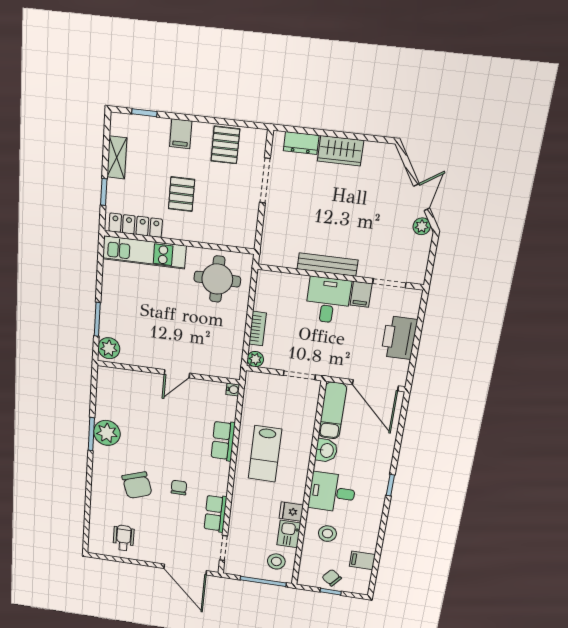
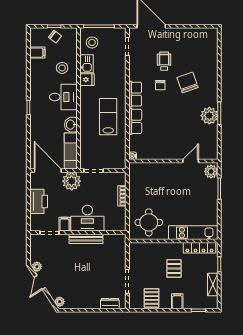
wardrobe: (340, 151) -> (88, 302), removed
plant: (392, 157) -> (60, 302), added
desk: (328, 300) -> (87, 218), width x1.37
plant: (255, 359) -> (72, 181), moved, width x1.88, depth x1.88
door: (177, 374) -> (191, 161), moved
row of seats: (215, 513) -> (135, 94), moved
wheelchair: (124, 538) -> (164, 61), moved, turned 180

